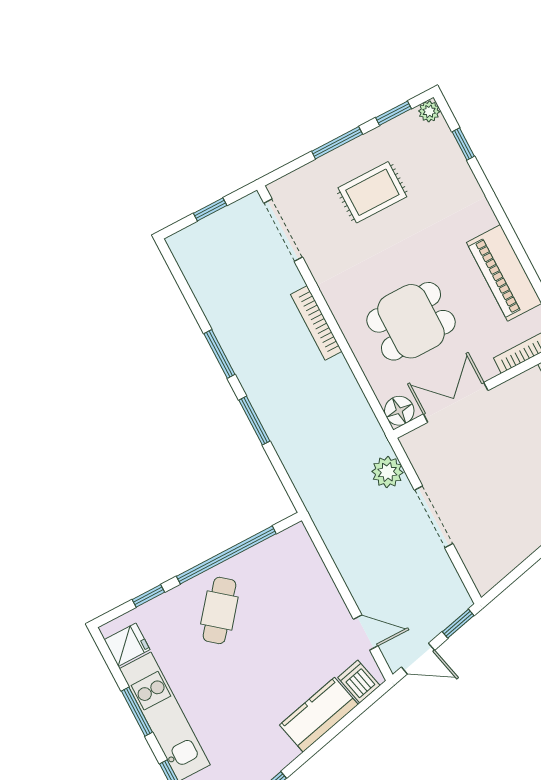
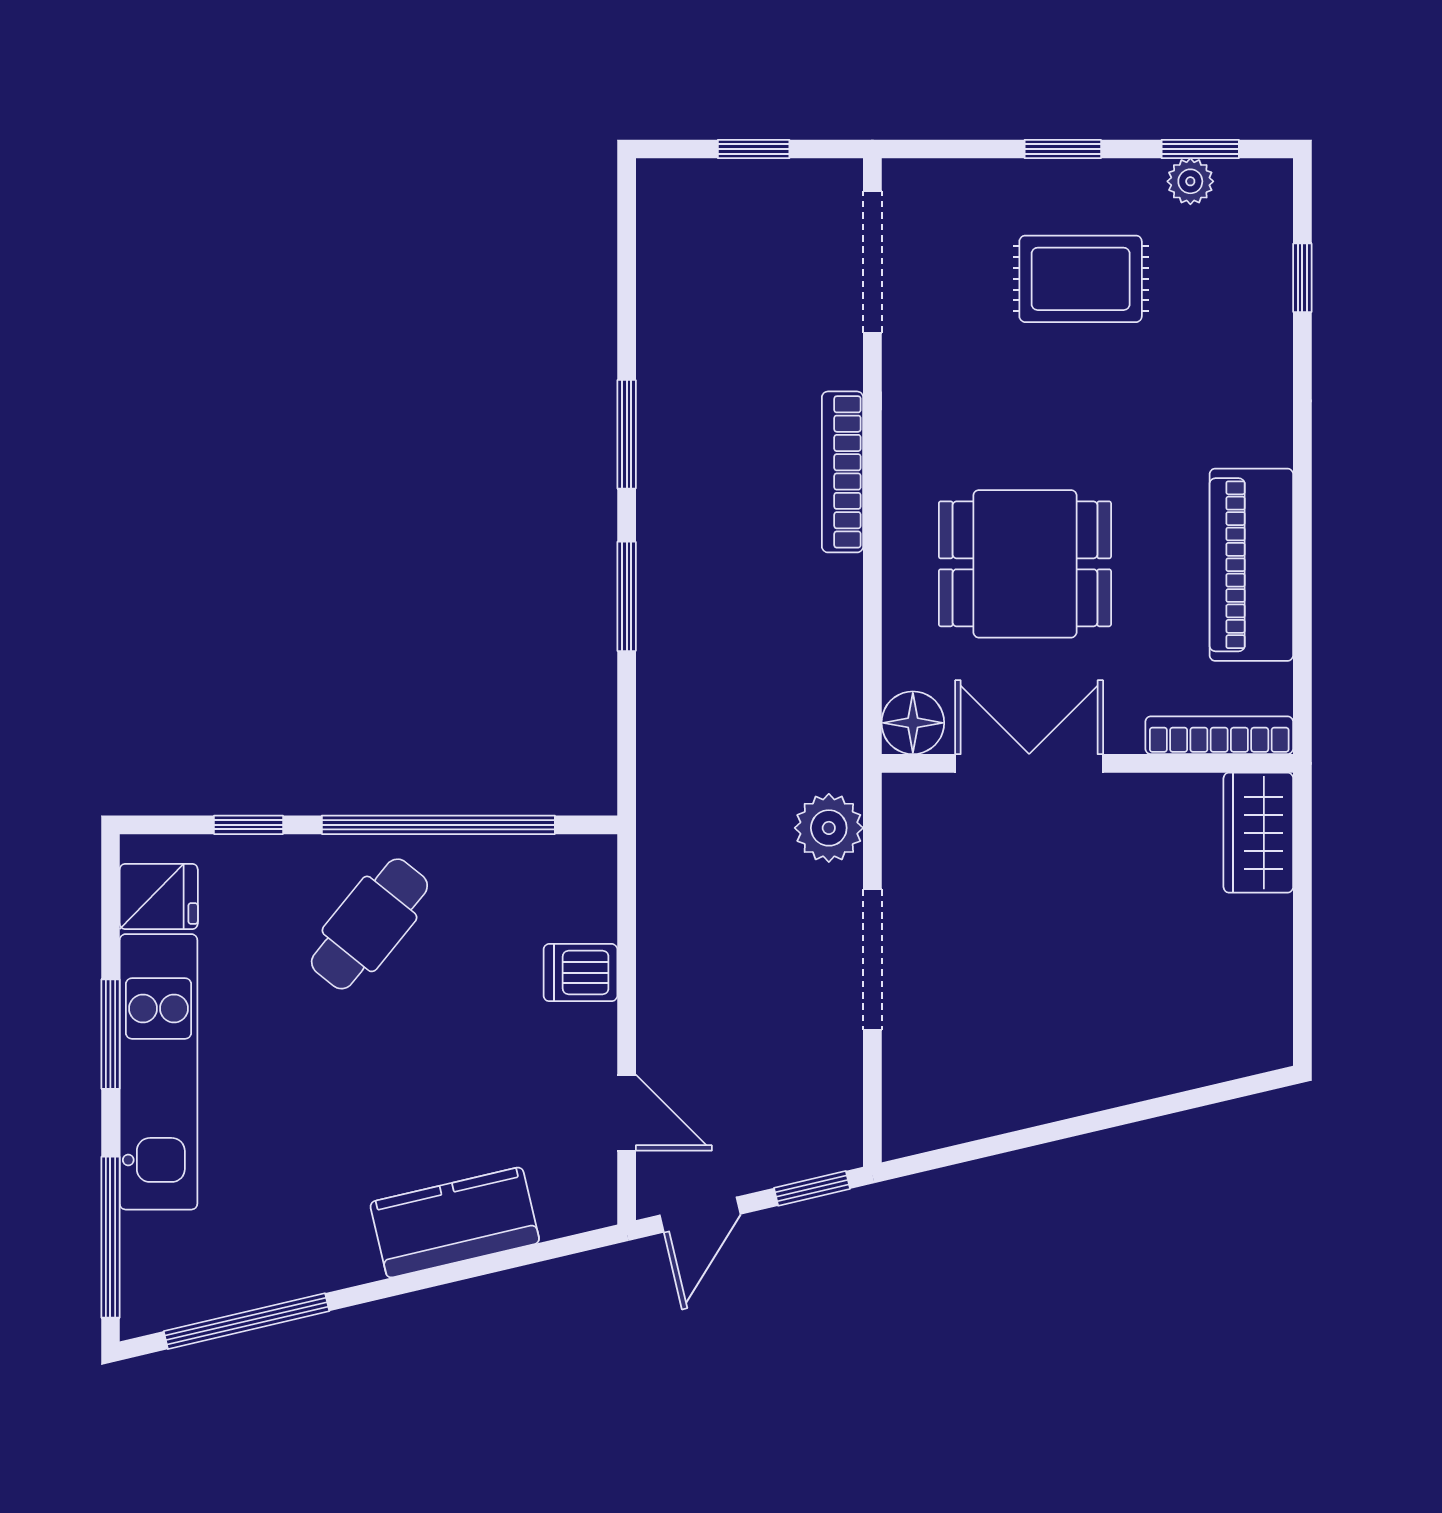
plant: (429, 111) -> (1190, 181), moved
window: (337, 143) -> (1063, 149), width x0.67
door: (418, 659) -> (700, 1215), hinge flipped
dishwasher: (359, 681) -> (580, 973), moved, turned -77

